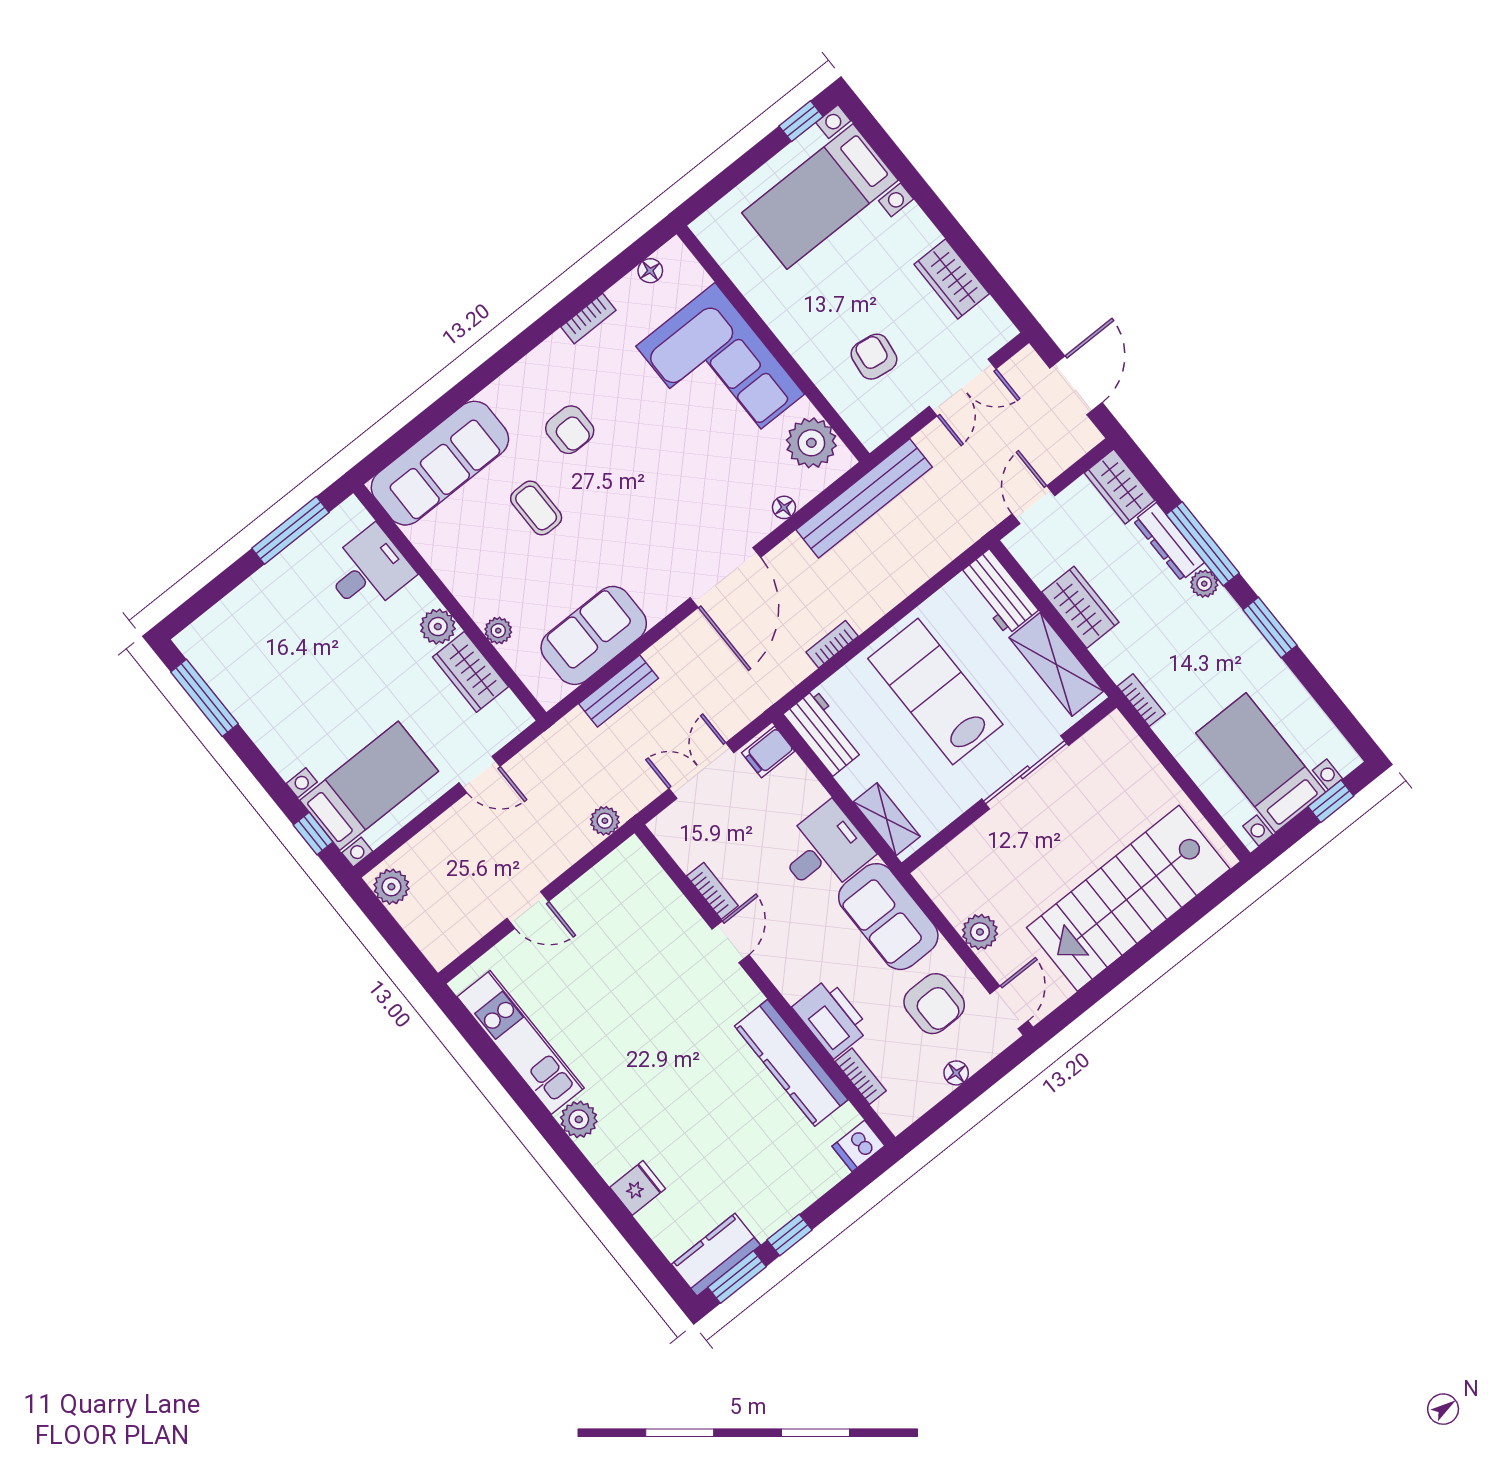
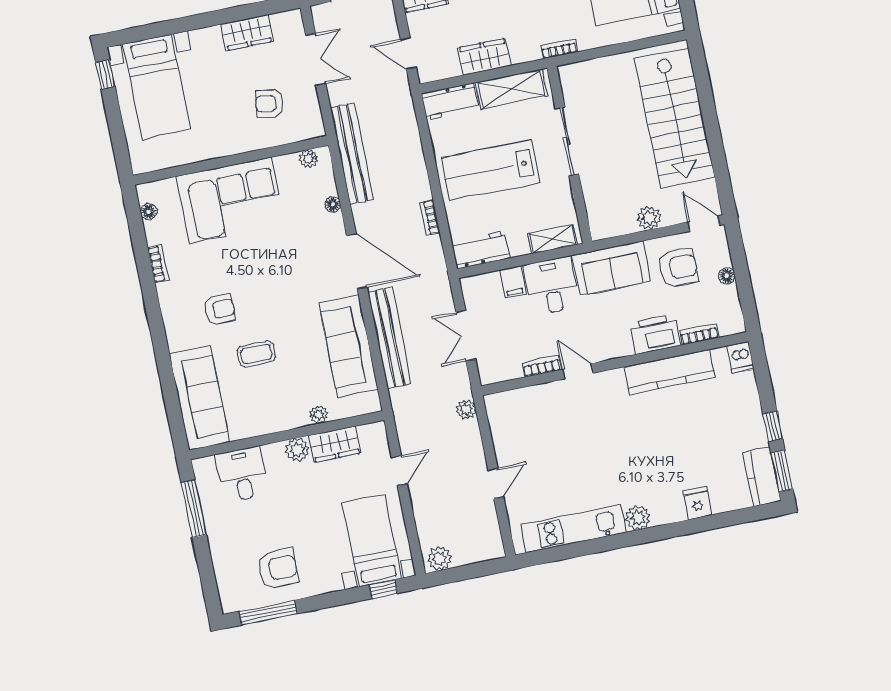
plant: (811, 443) -> (308, 158), width x0.53, depth x0.53
sofa: (594, 635) -> (348, 346), width x1.36
armchair: (269, 681) -> (278, 569), added
bench: (619, 691) -> (390, 338), width x1.86, depth x1.21
filing cabinet: (768, 752) -> (513, 282), moved

